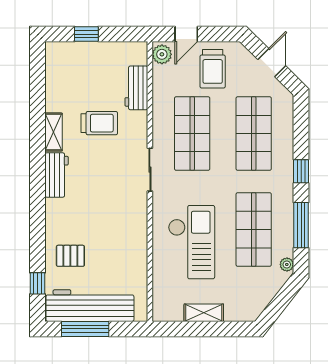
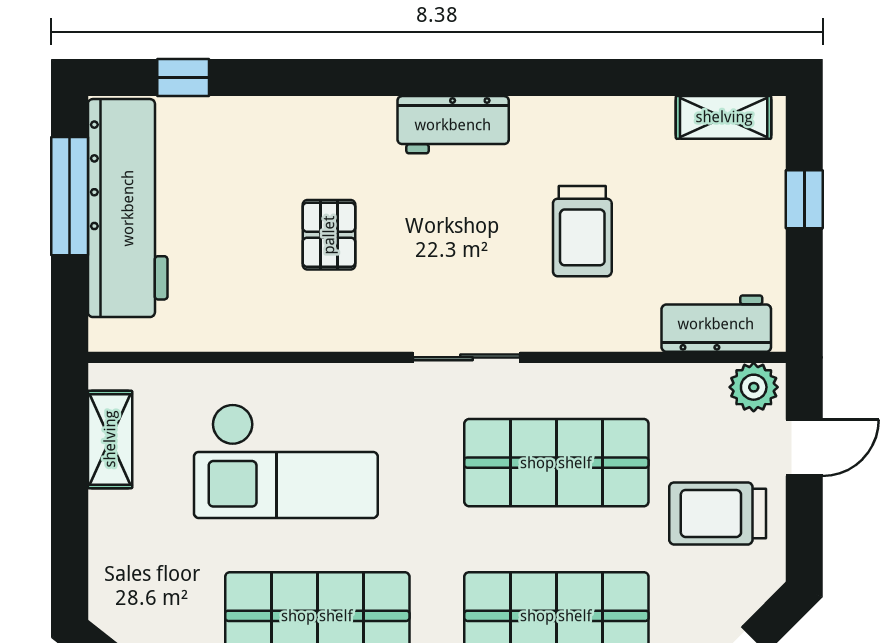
door: (186, 34) -> (804, 448), swing flipped
workbench: (136, 88) -> (716, 324), moved
shelving: (54, 132) -> (724, 117), moved
pallet: (70, 256) -> (329, 235), moved
shelving: (204, 313) -> (110, 439), moved

